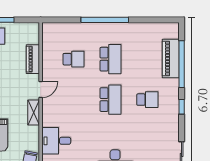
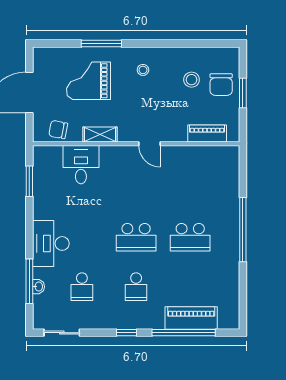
piano: (33, 59) -> (207, 133), moved
school desk: (74, 59) -> (82, 287), moved
shelving: (34, 113) -> (100, 134), moved

